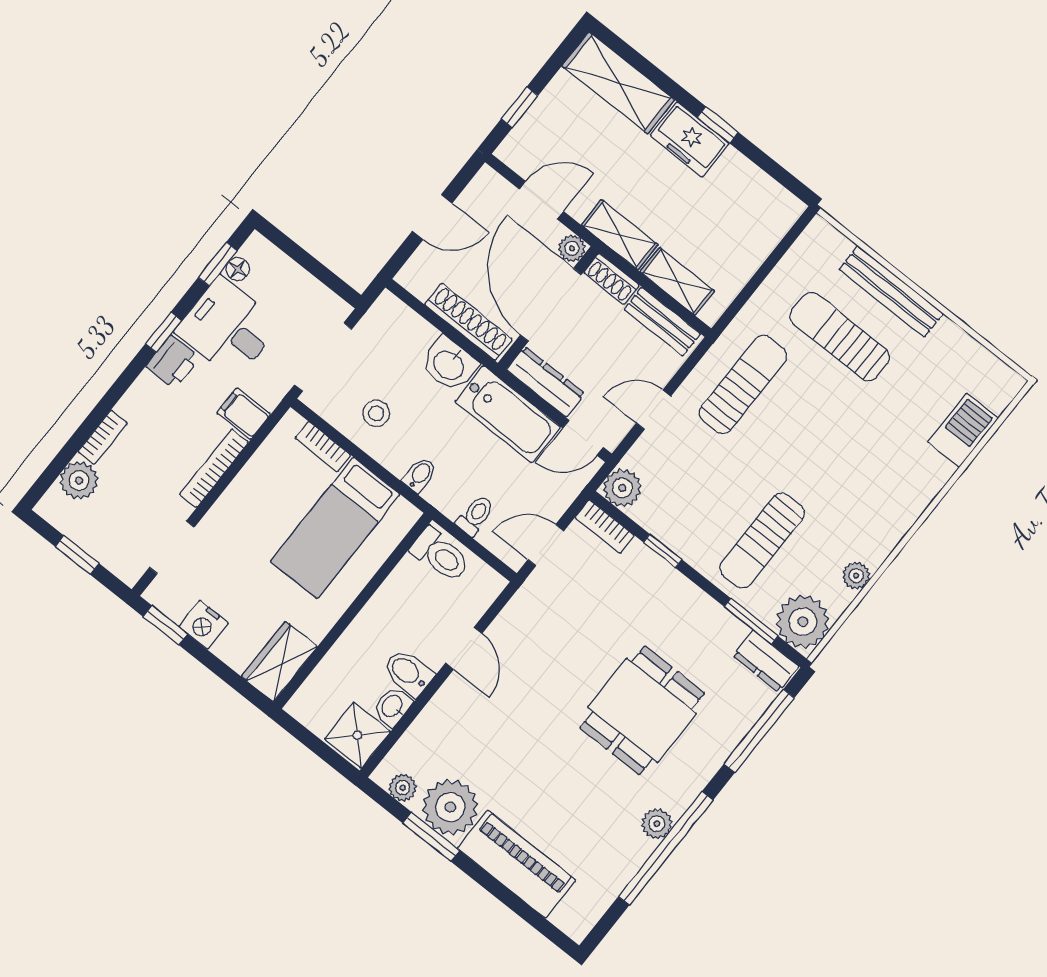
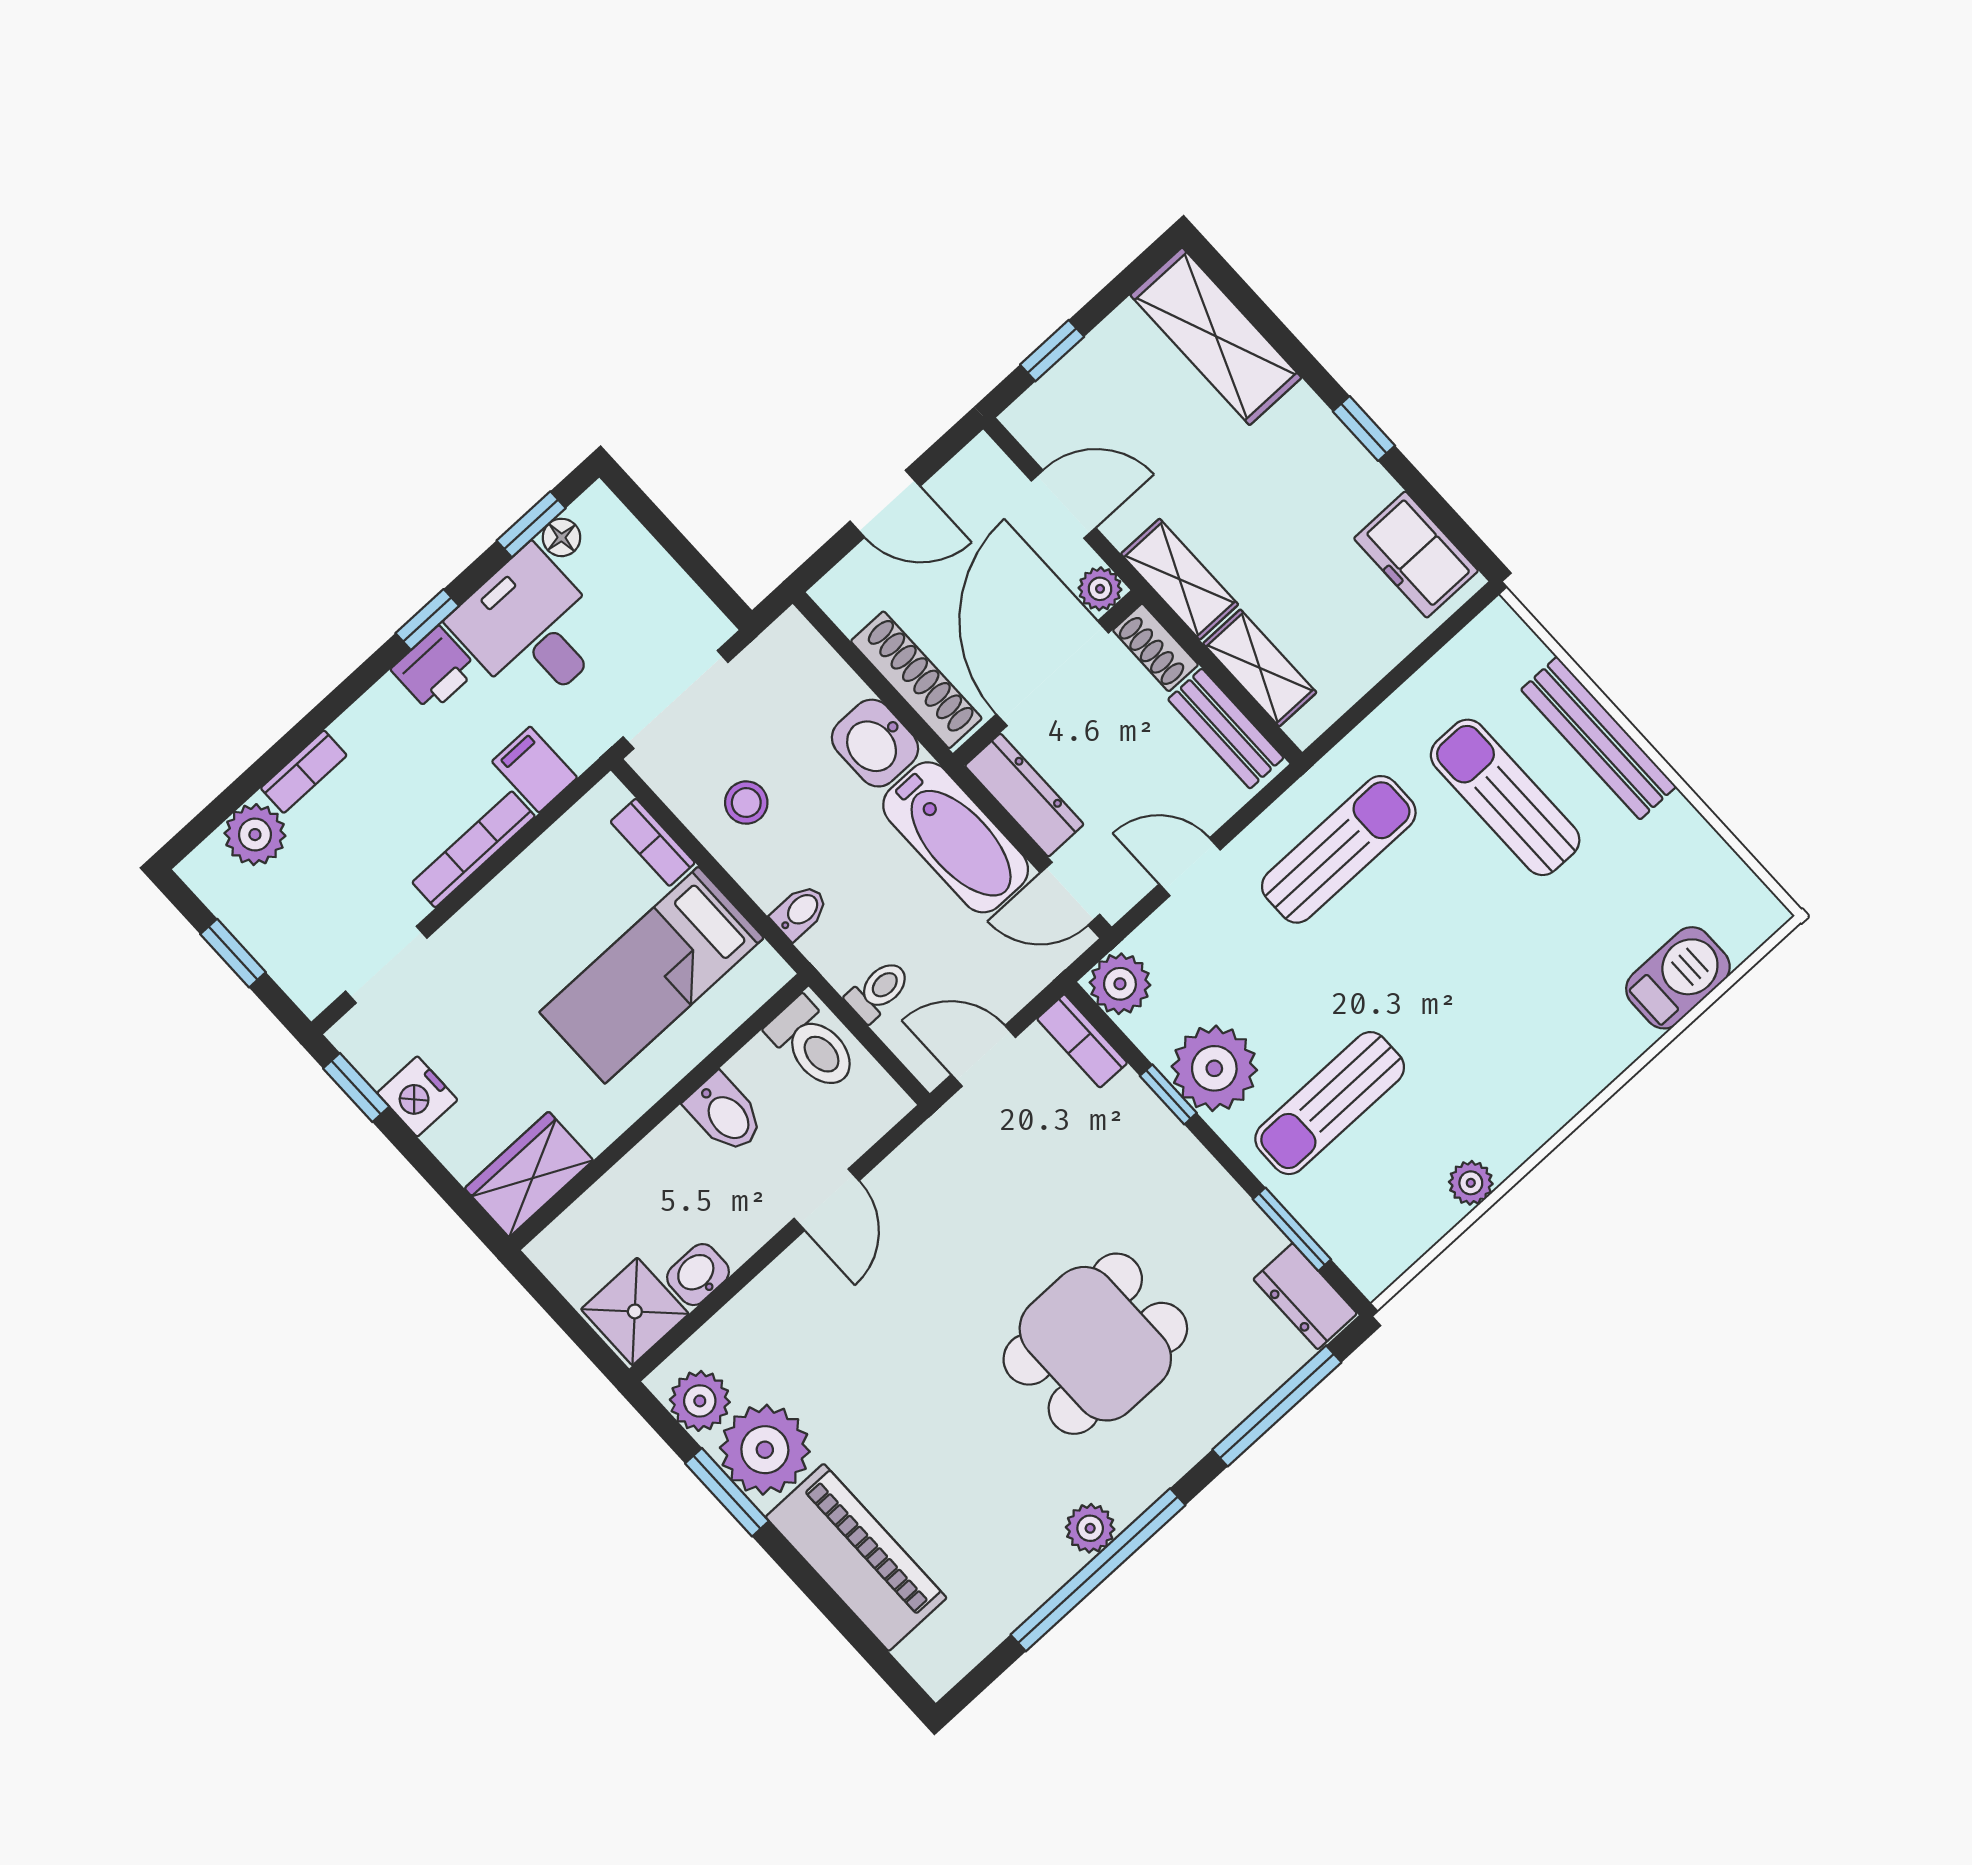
freezer: (690, 139) -> (1416, 555), moved
plant: (803, 622) -> (1214, 1068), moved
bidet: (408, 672) -> (725, 1114), moved, turned 180
plant: (403, 788) -> (700, 1401), width x1.38, depth x1.38

